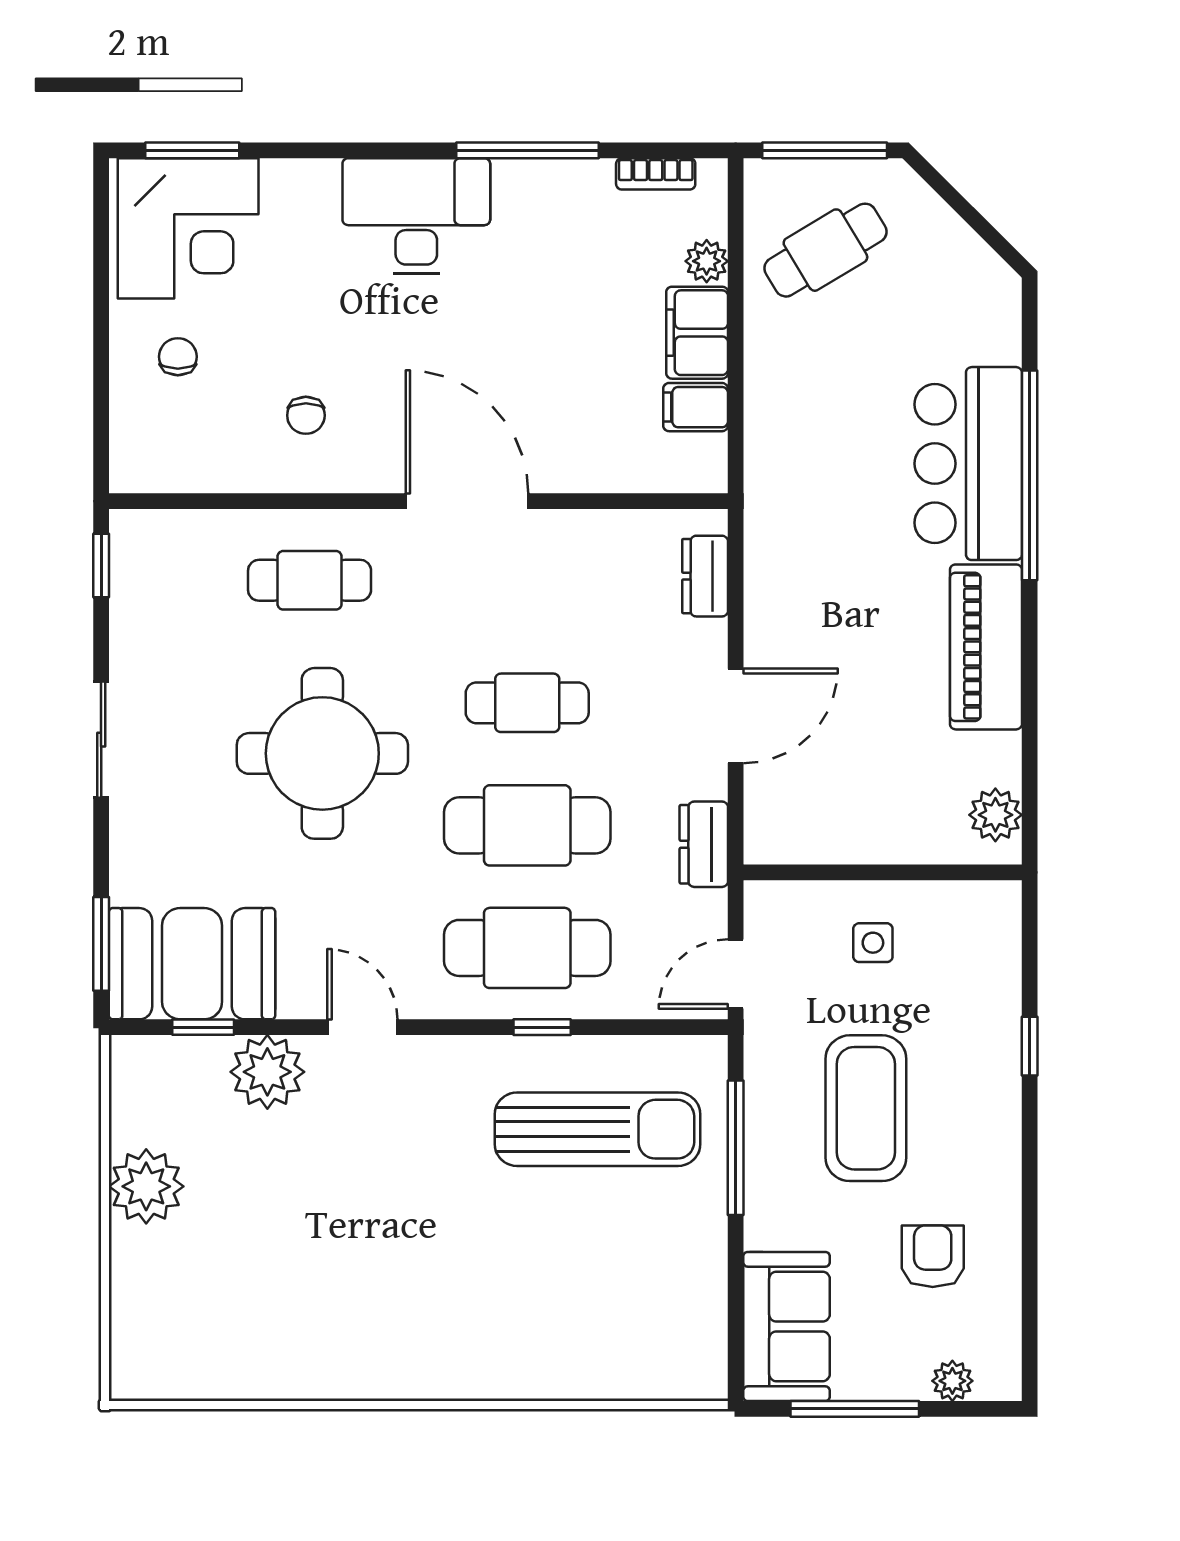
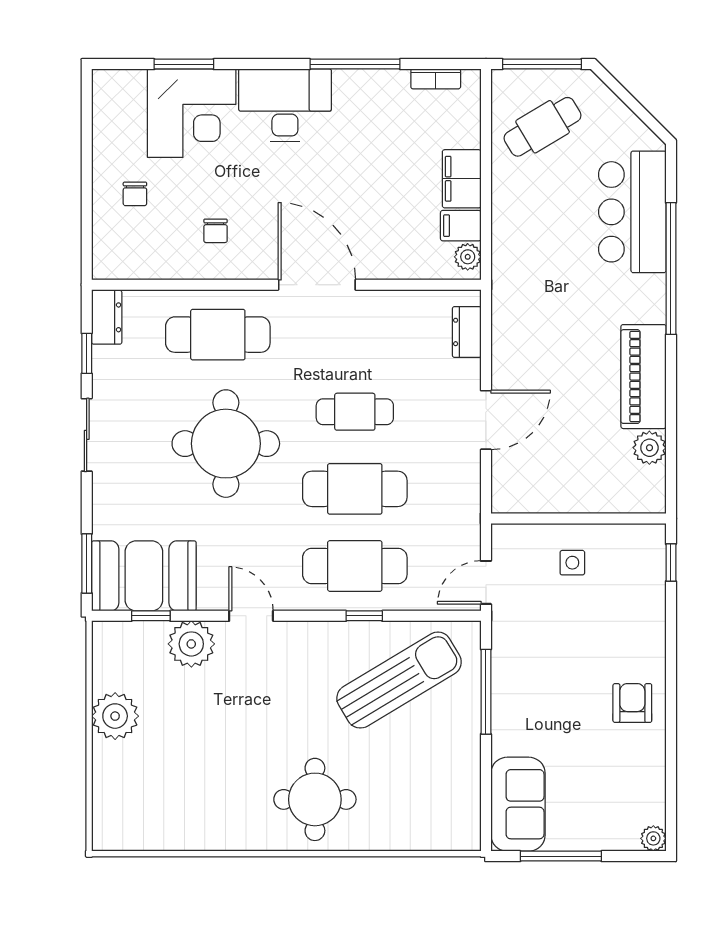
window: (192, 150) -> (184, 64), moved
corner desk: (188, 228) -> (192, 113), moved
plant: (707, 261) -> (468, 257), moved
chair: (178, 357) -> (135, 194), turned 180
bar counter: (968, 464) -> (632, 212), moved
window: (101, 566) -> (87, 353), moved
cafe table: (310, 580) -> (218, 335), width x1.37, depth x1.35
plant: (995, 815) -> (649, 448), moved
dresser: (704, 844) -> (107, 317), moved, turned 180
window: (1030, 1046) -> (671, 563), moved
coffee table: (866, 1108) -> (568, 667), removed
sun lounger: (598, 1129) -> (399, 680), turned -31
armchair: (933, 1256) -> (632, 703), moved
round table: (464, 1319) -> (315, 799), added
plant: (952, 1381) -> (653, 838), moved

